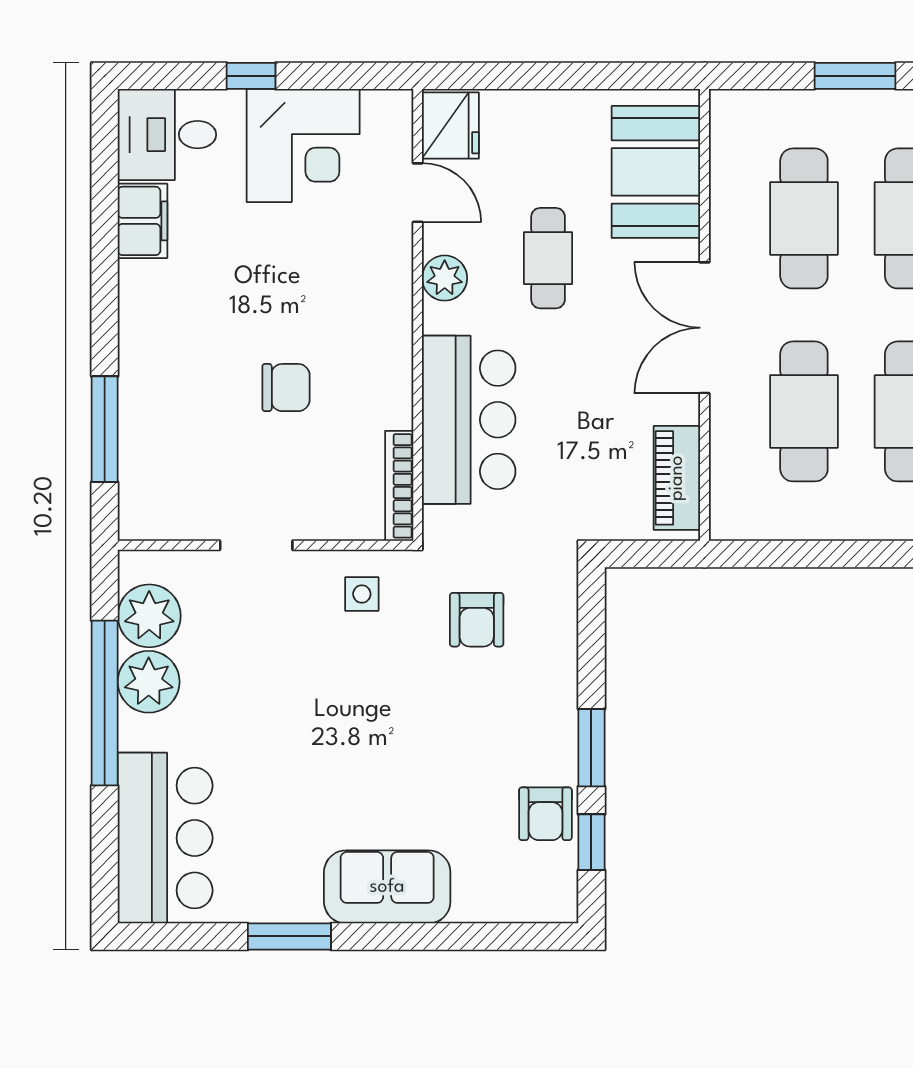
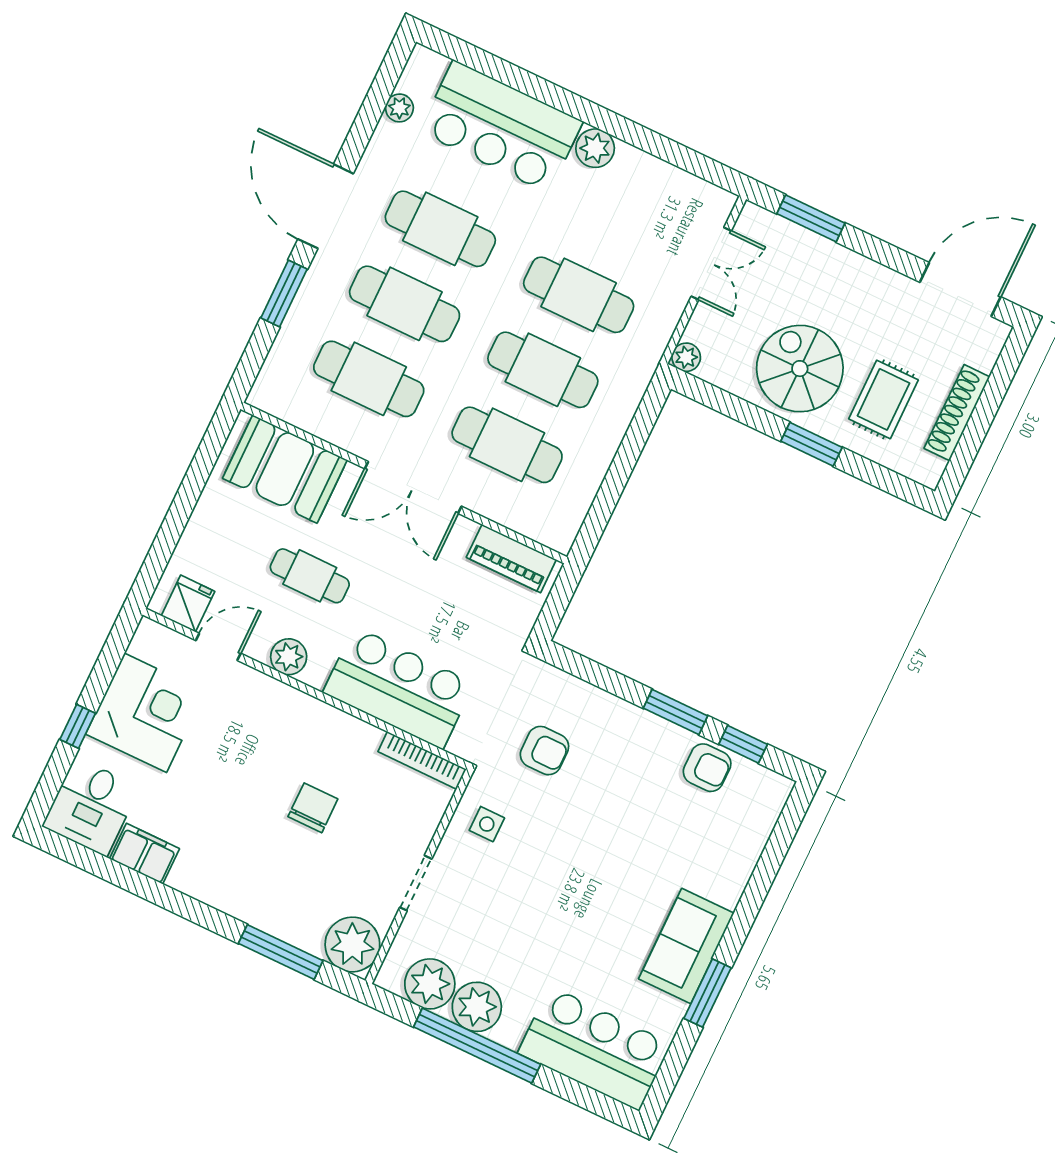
fridge: (450, 126) -> (188, 604), width x0.72
plant: (152, 507) -> (352, 944), added
sofa: (387, 887) -> (686, 946), moved

